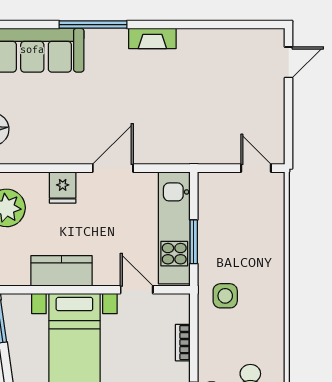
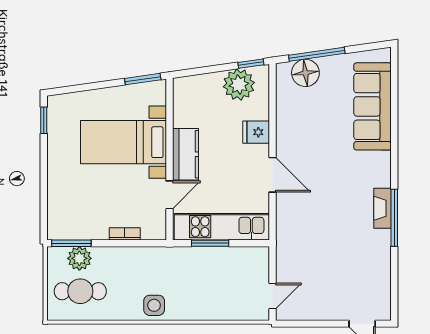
window: (93, 25) -> (394, 218), moved
kitchen counter: (62, 271) -> (185, 154), moved
side table: (225, 296) -> (154, 305), moved

